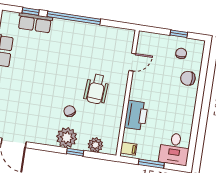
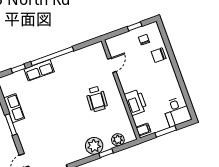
row of seats: (35, 23) -> (39, 70), moved
chair: (70, 111) -> (86, 126), removed

